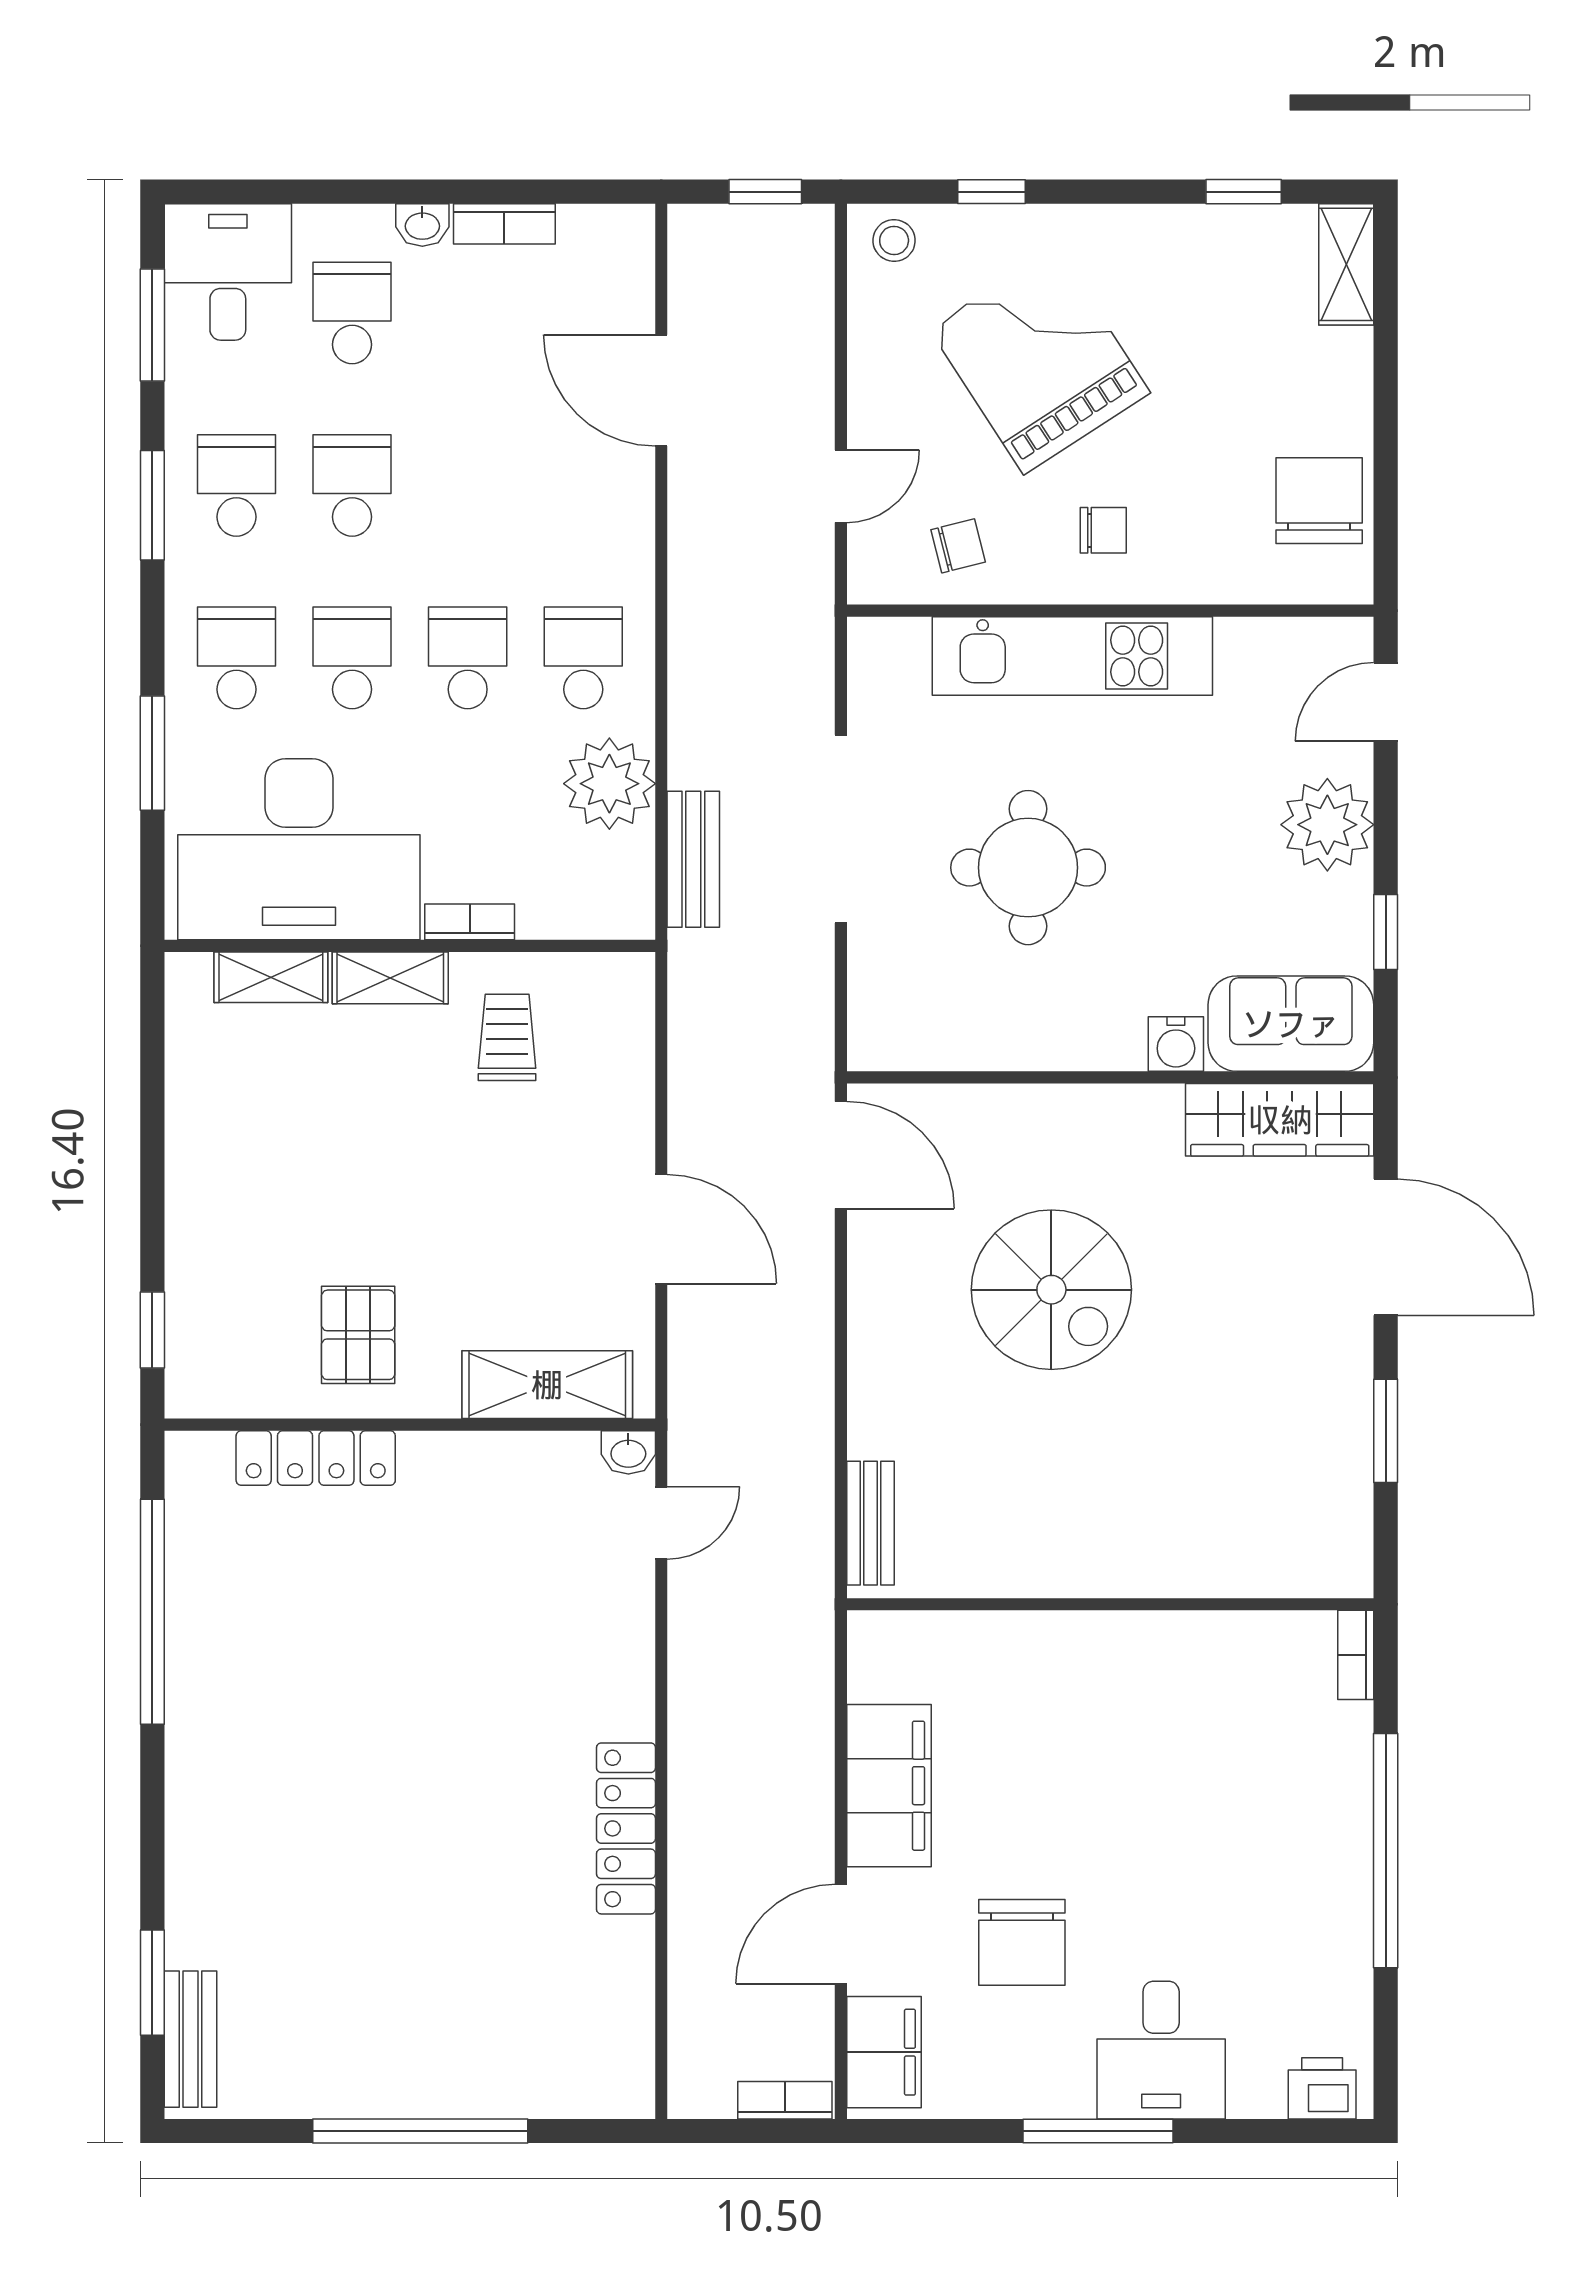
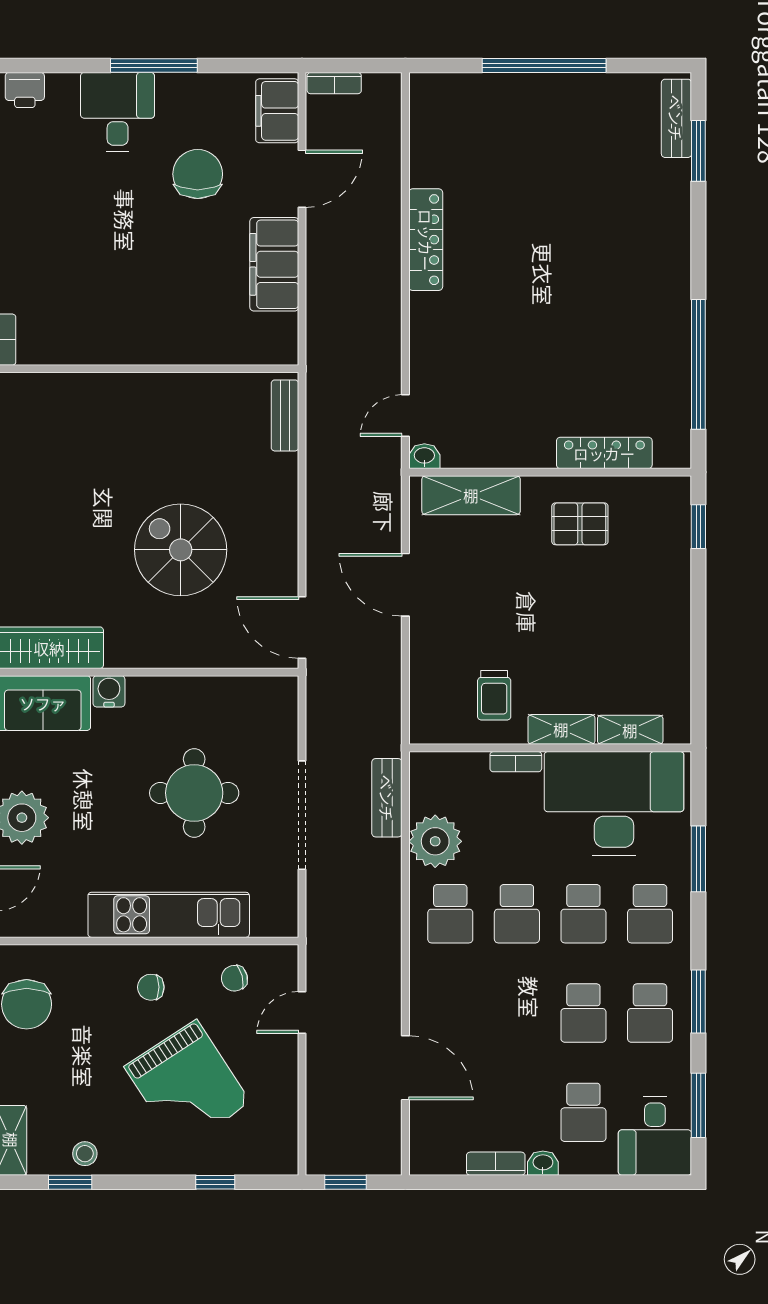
stool: (894, 240) -> (85, 1154), moved
pallet: (358, 1335) -> (580, 524), turned 90

